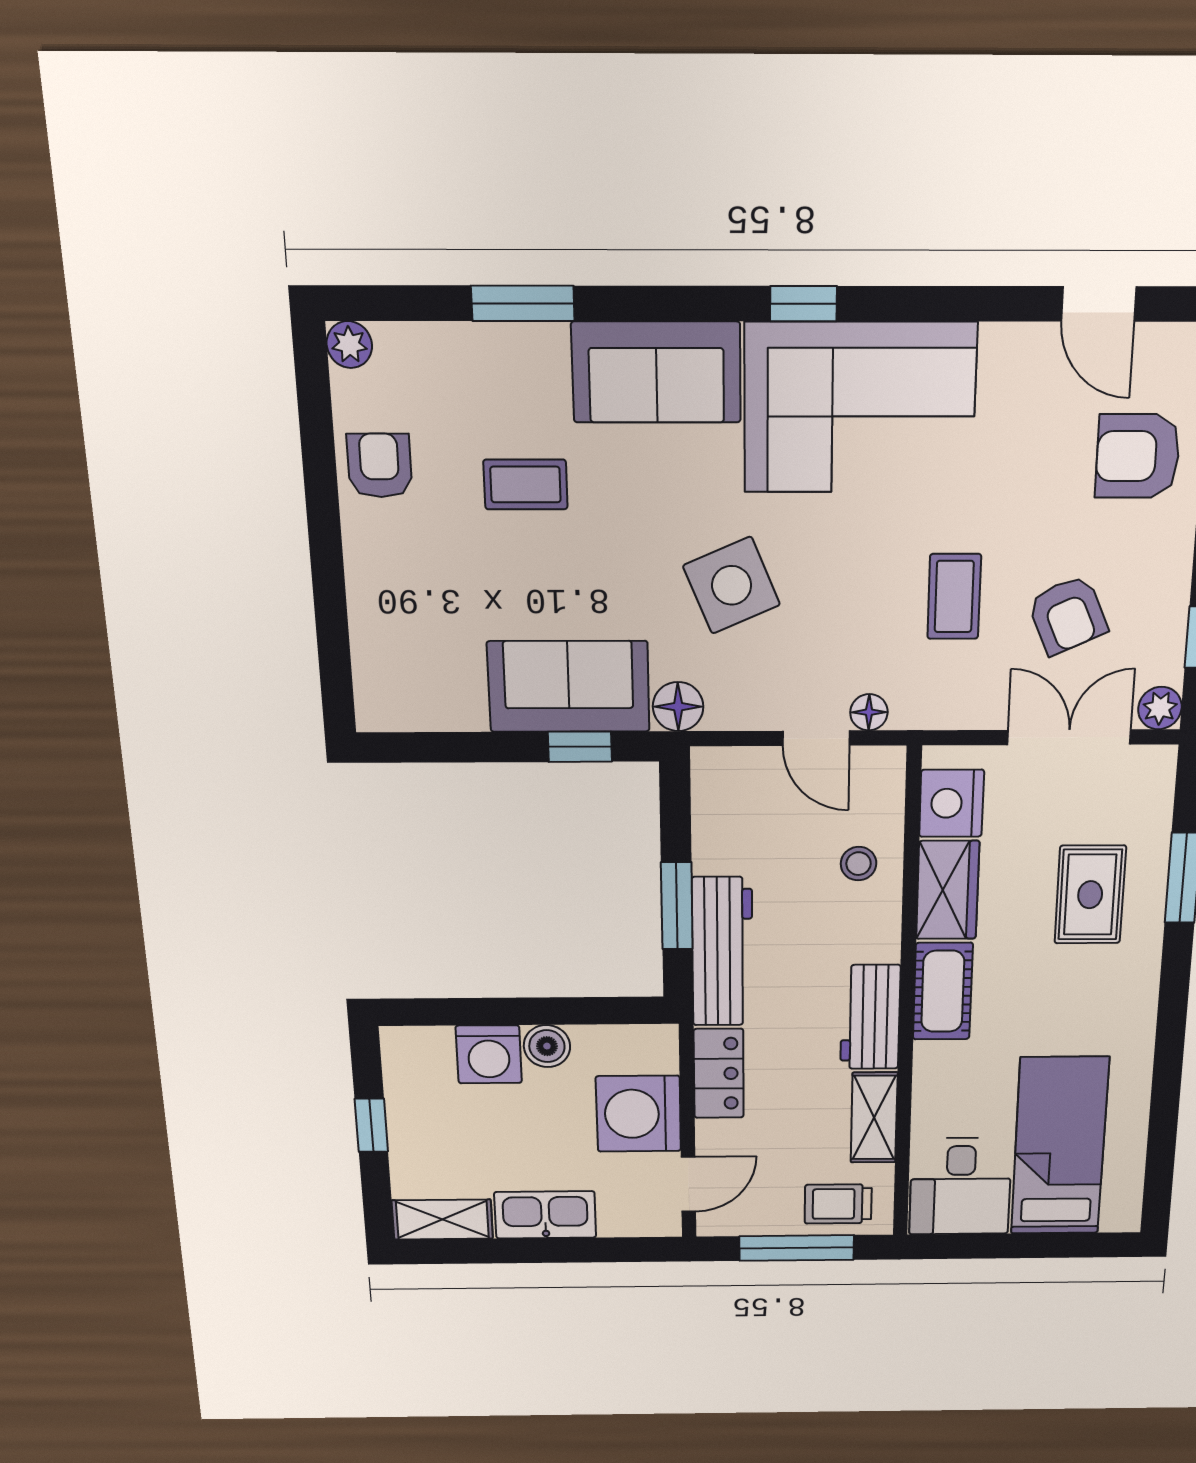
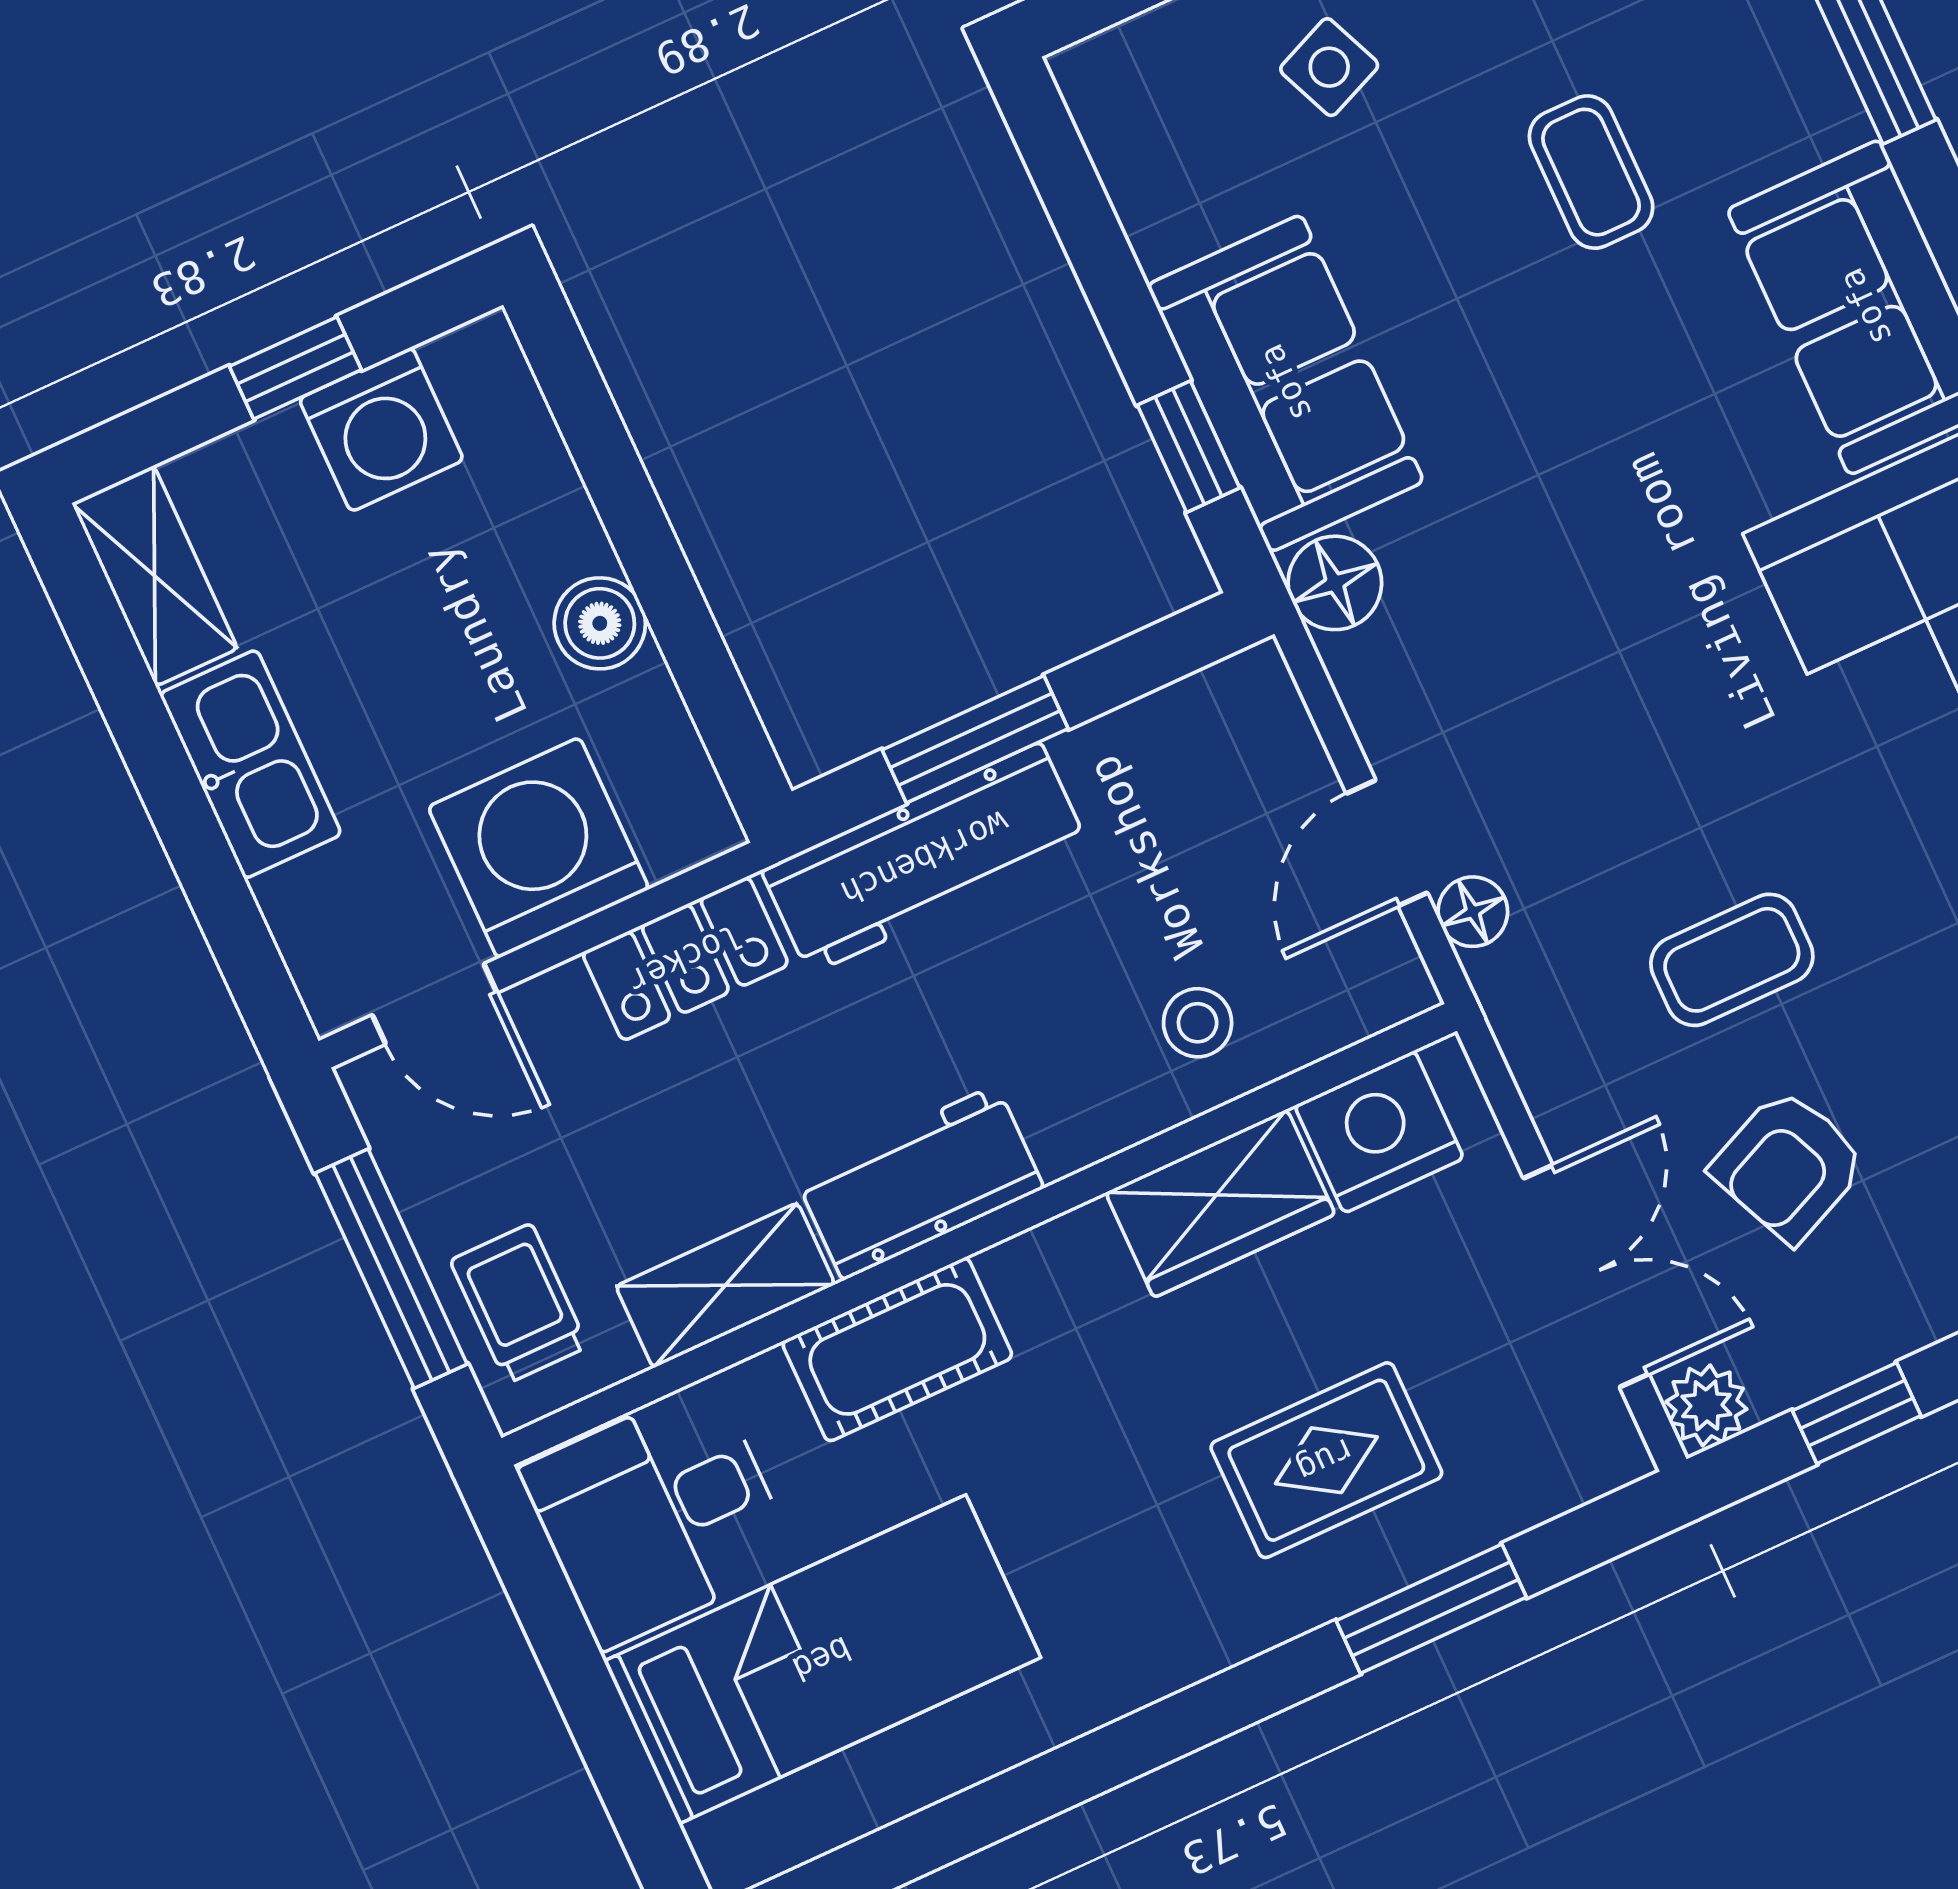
side table: (732, 585) -> (1329, 67), moved, width x0.54, depth x0.54
cot: (943, 991) -> (897, 1349), moved
washing machine: (489, 1054) -> (381, 429), moved, turned -90

